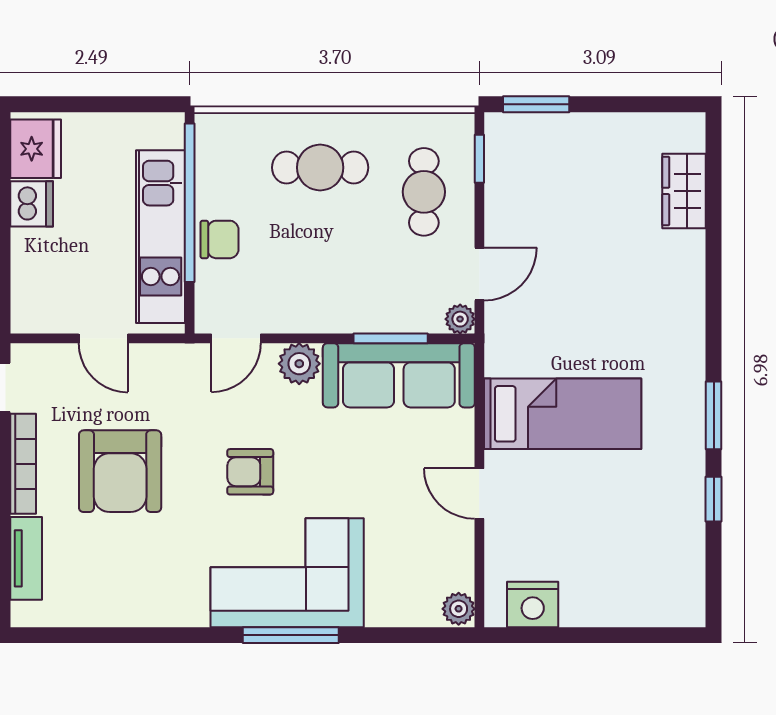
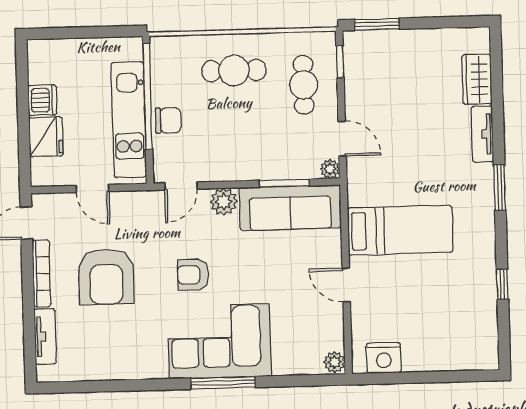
fridge: (36, 149) -> (46, 137), moved
tv unit: (690, 273) -> (482, 134), added
door: (479, 274) -> (342, 139), hinge flipped
window: (714, 415) -> (500, 188), moved

